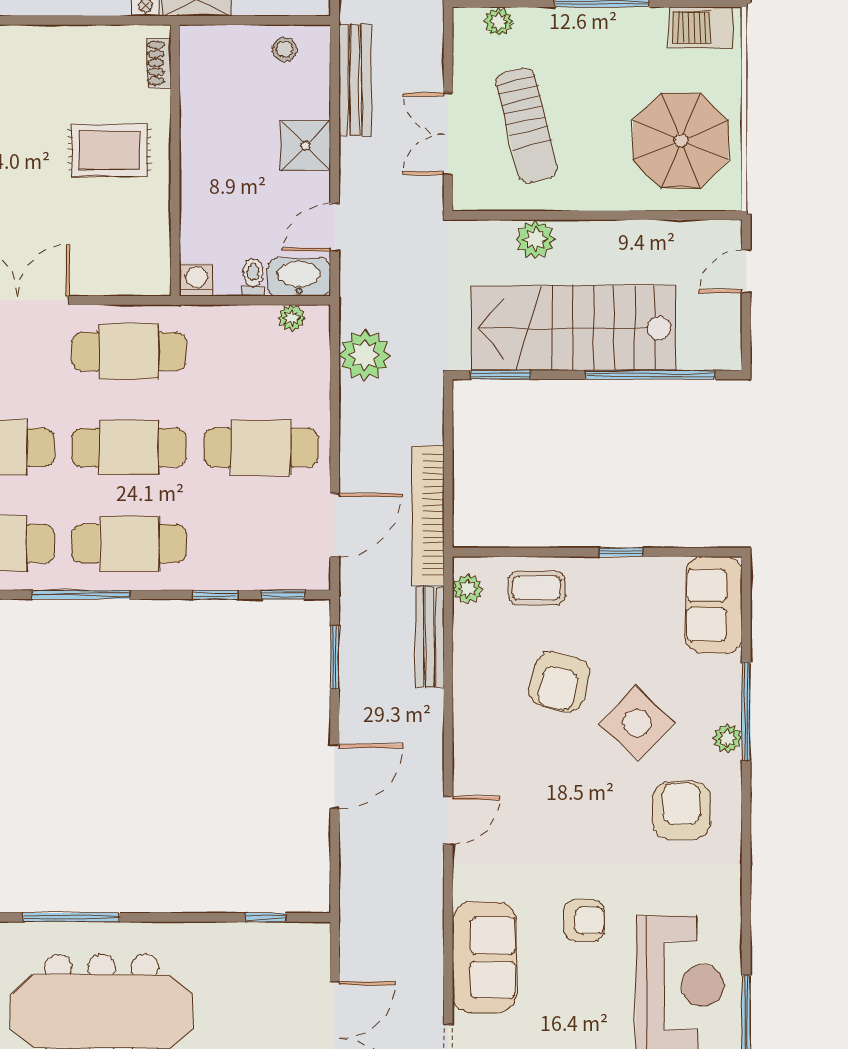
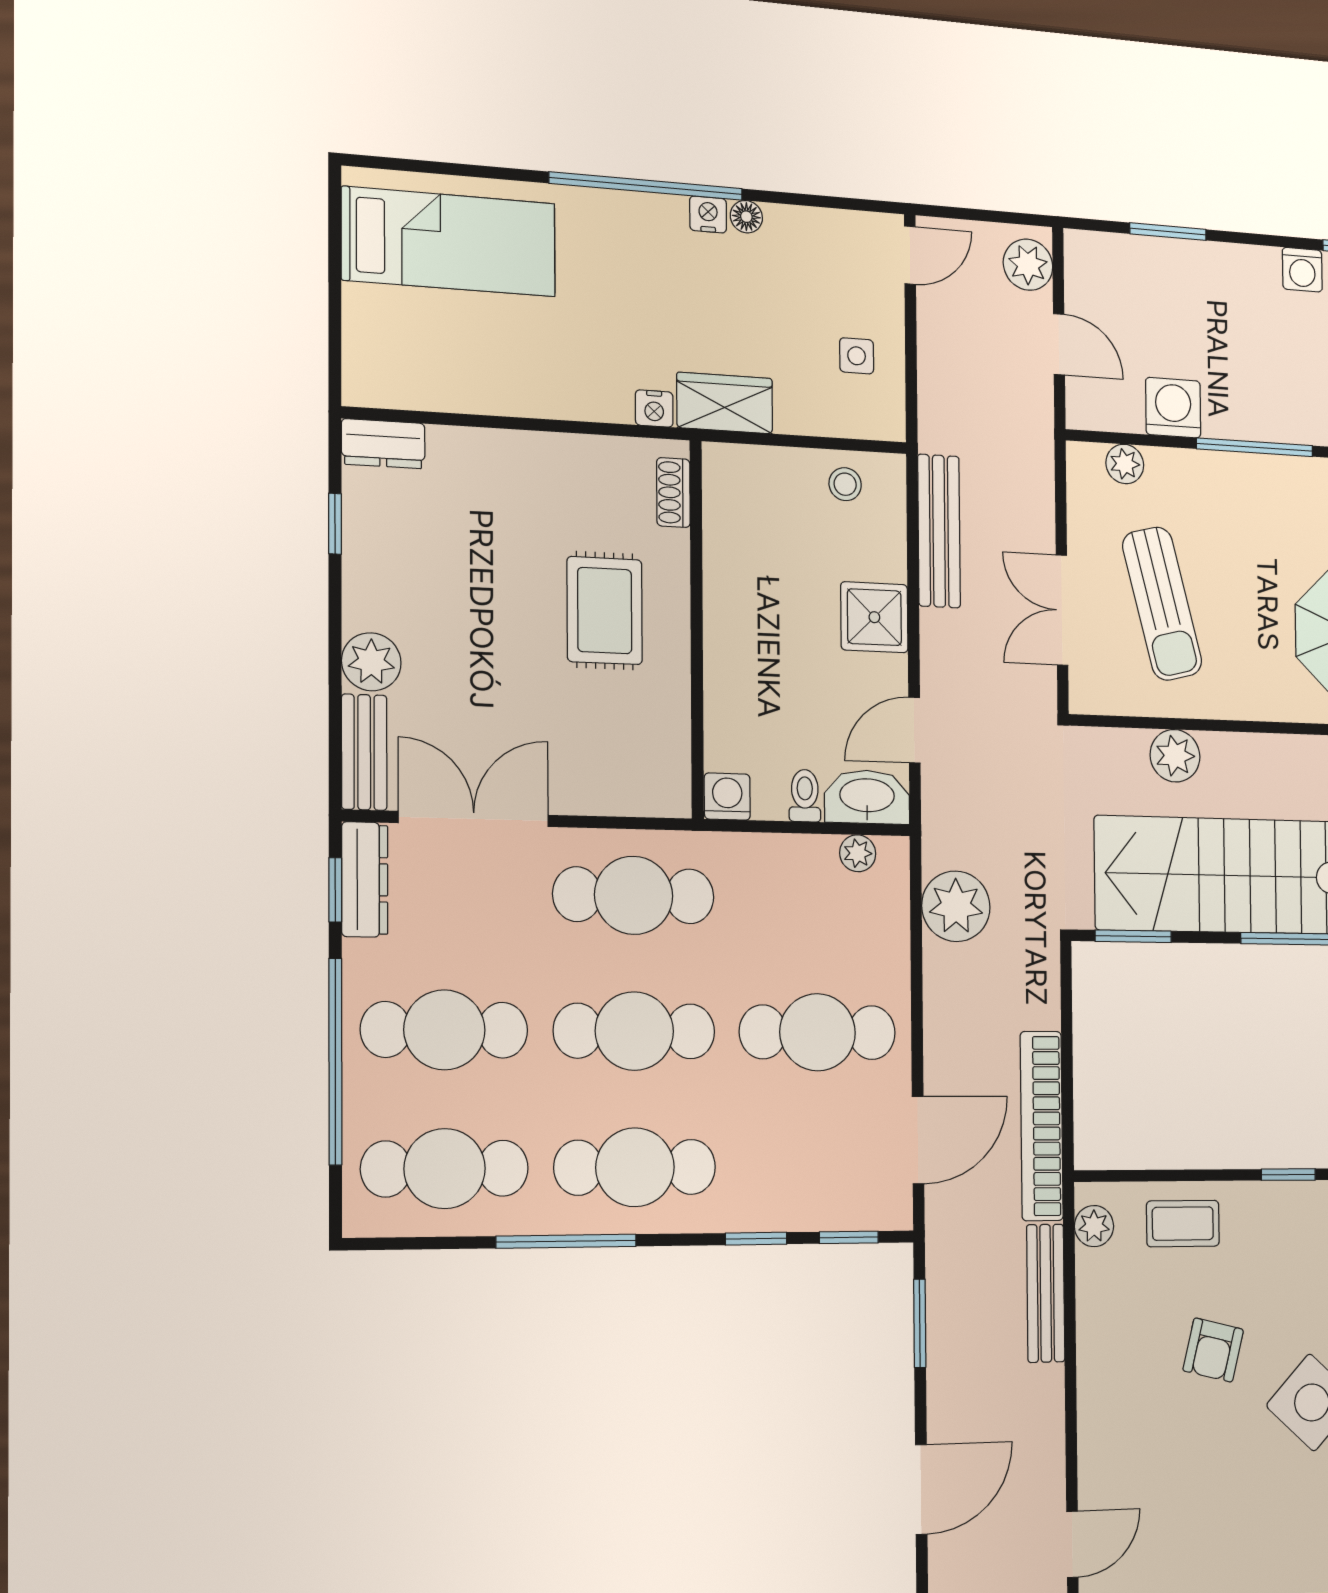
rug: (109, 150) -> (605, 611), turned 90
armchair: (559, 682) -> (1213, 1350), width x0.72, depth x0.72

